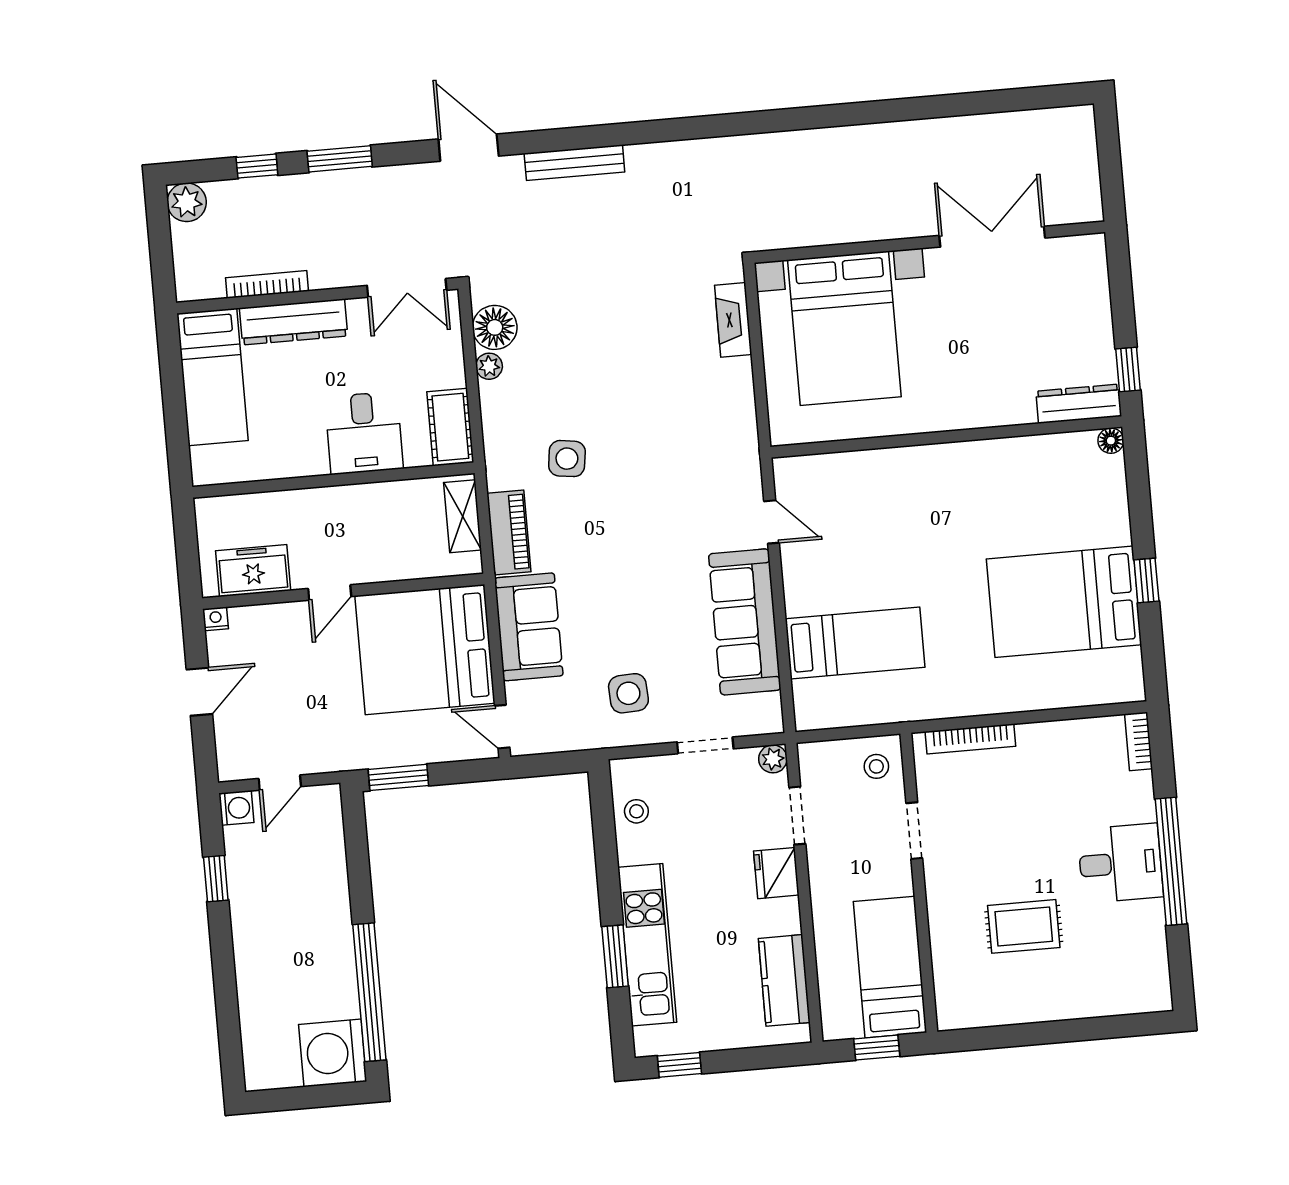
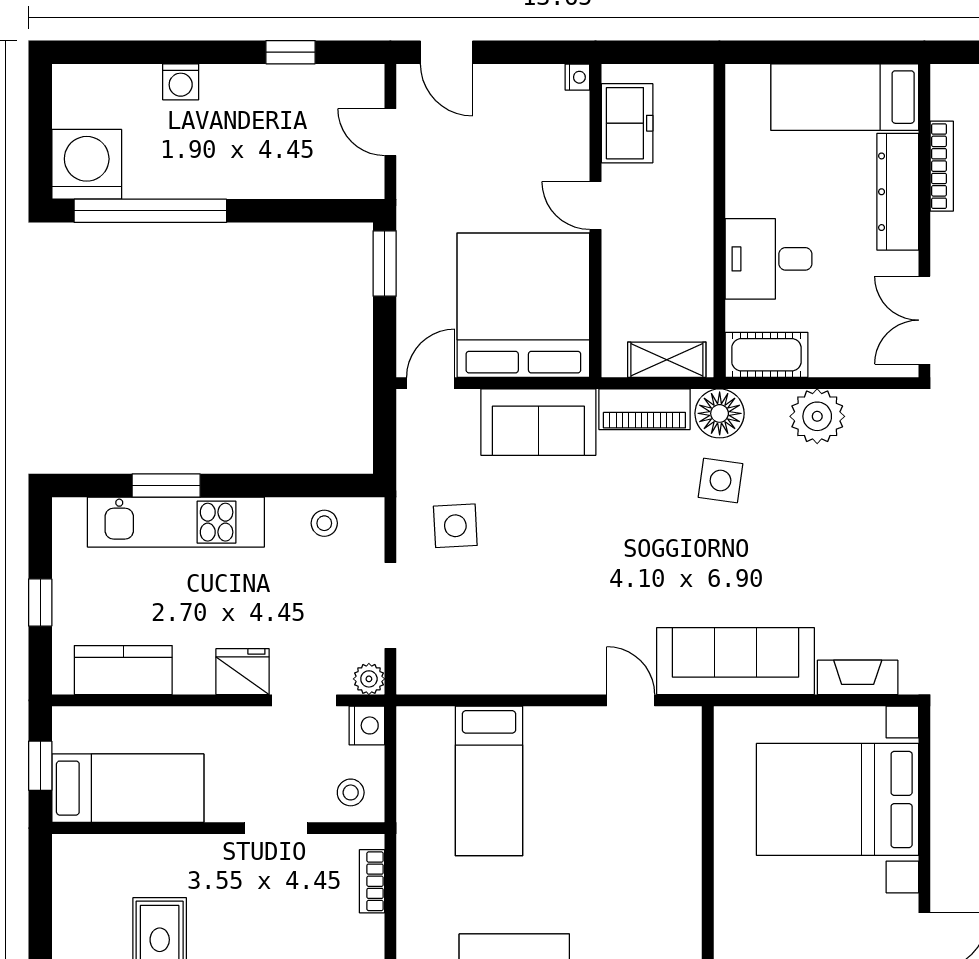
floor lamp: (495, 327) -> (720, 413), moved
plant: (489, 366) -> (817, 416), width x1.87, depth x1.87
door: (772, 522) -> (631, 700), swing flipped
sofa: (745, 622) -> (736, 661), moved
door: (199, 692) -> (446, 52), moved
bookcase: (970, 739) -> (372, 881), width x0.64
doorway: (705, 745) -> (390, 606), width x1.38
nightstand: (815, 757) -> (367, 725), added
washing machine: (236, 808) -> (181, 82), moved
window: (679, 1065) -> (40, 602), moved

